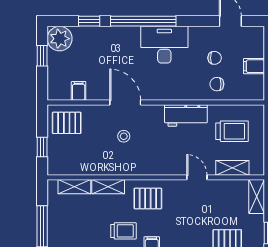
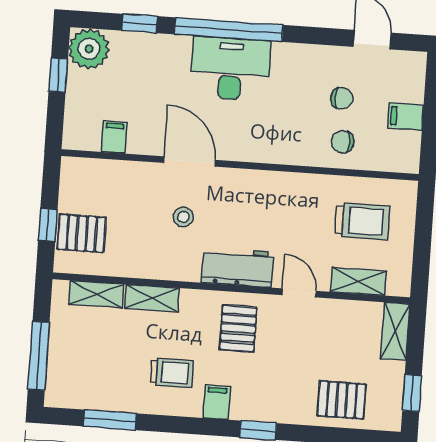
desk: (164, 45) -> (230, 69), moved
workbench: (186, 115) -> (238, 267), moved, turned 180
pallet: (67, 123) -> (82, 233), moved
pallet: (148, 198) -> (238, 329), moved, turned 90

